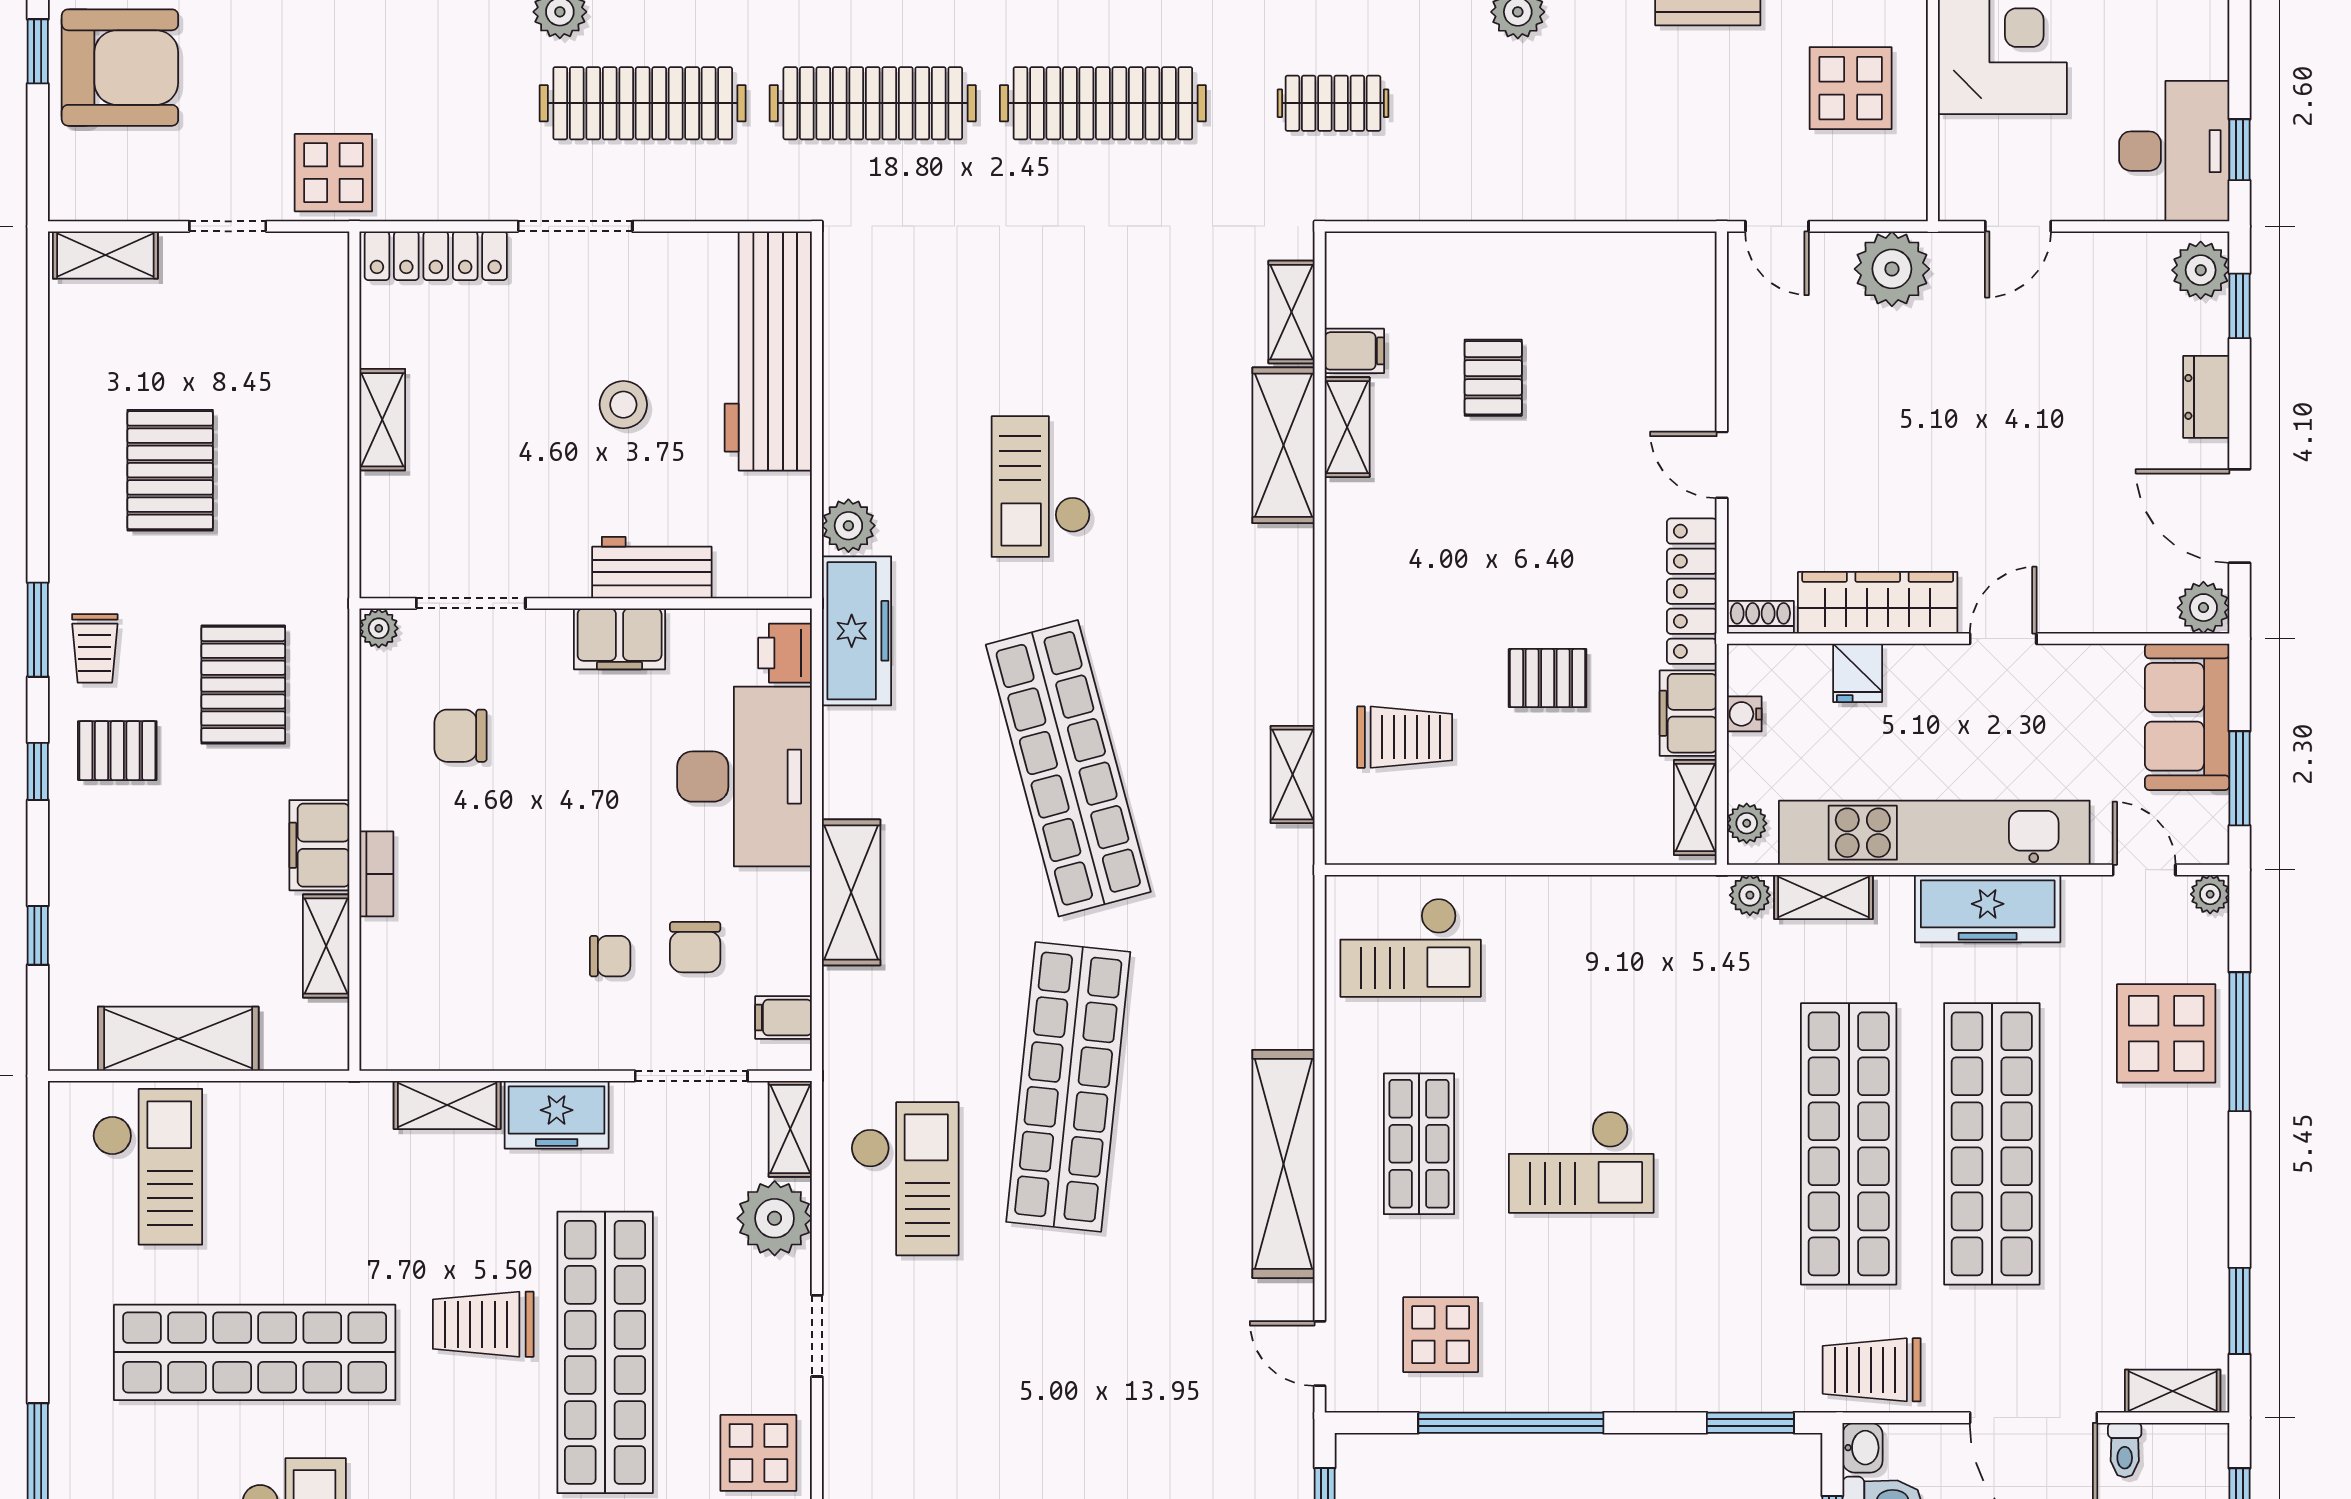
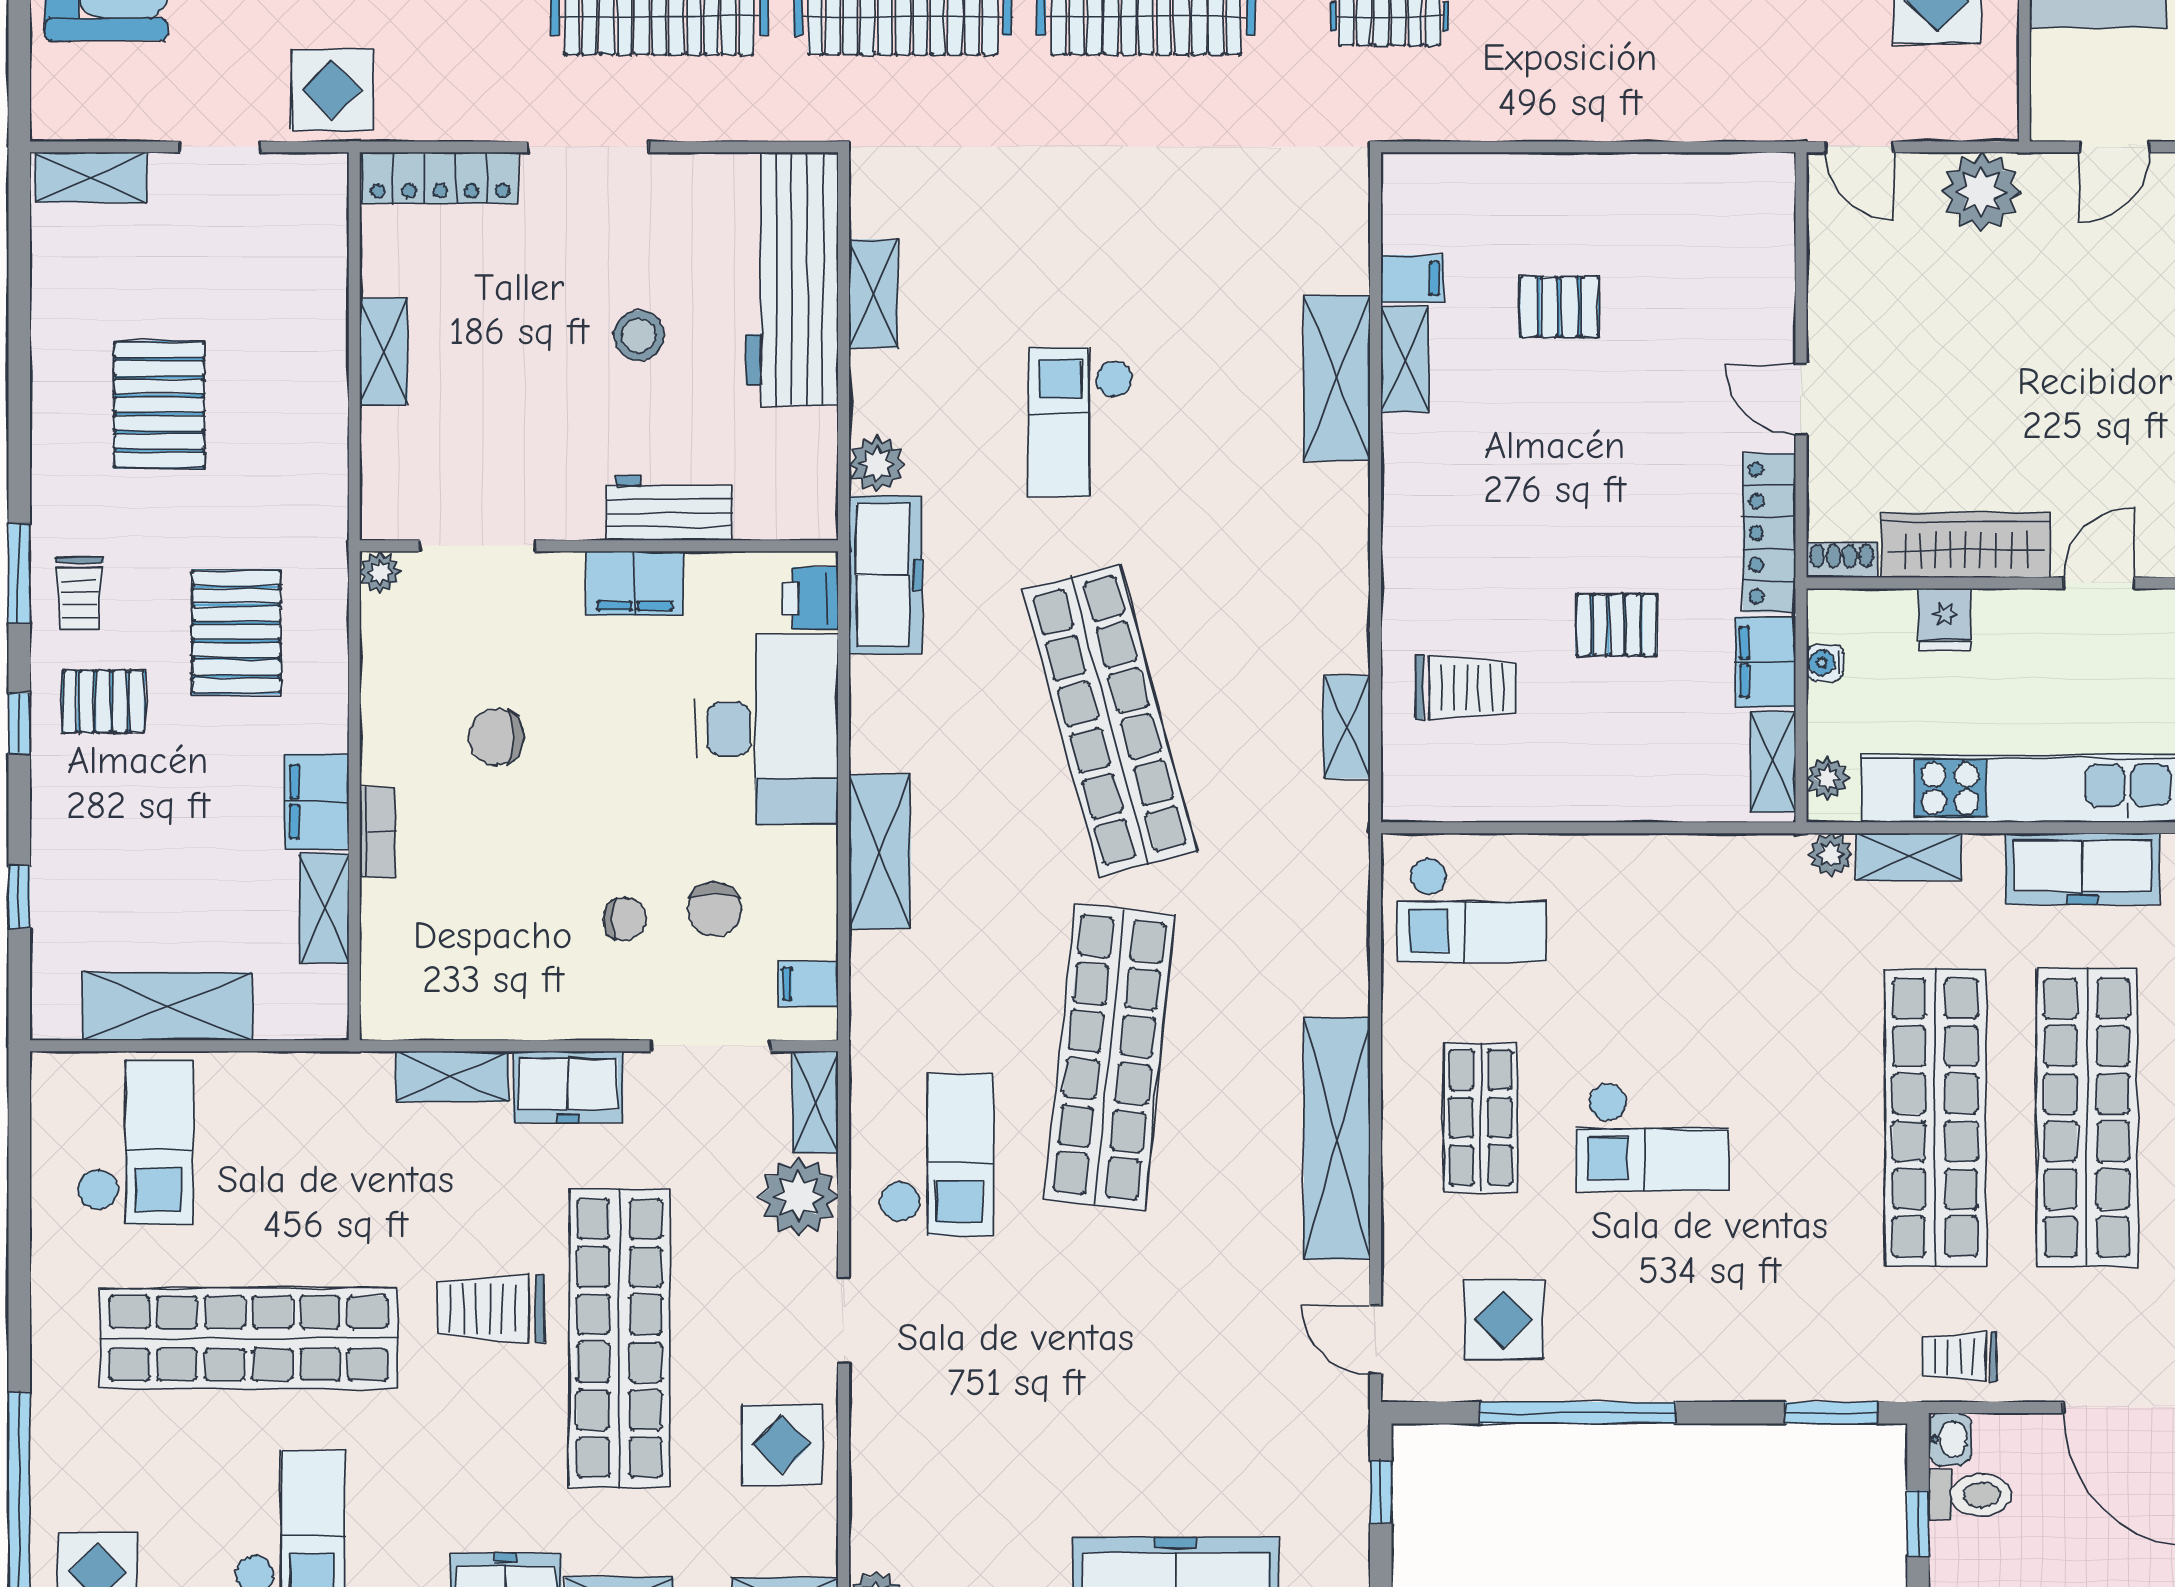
shelving: (1291, 312) -> (873, 294), moved
pallet: (1493, 378) -> (1559, 307), turned 90
chair: (461, 736) -> (496, 737), moved
trolley: (1872, 1370) -> (1960, 1357), width x0.73, depth x0.72

